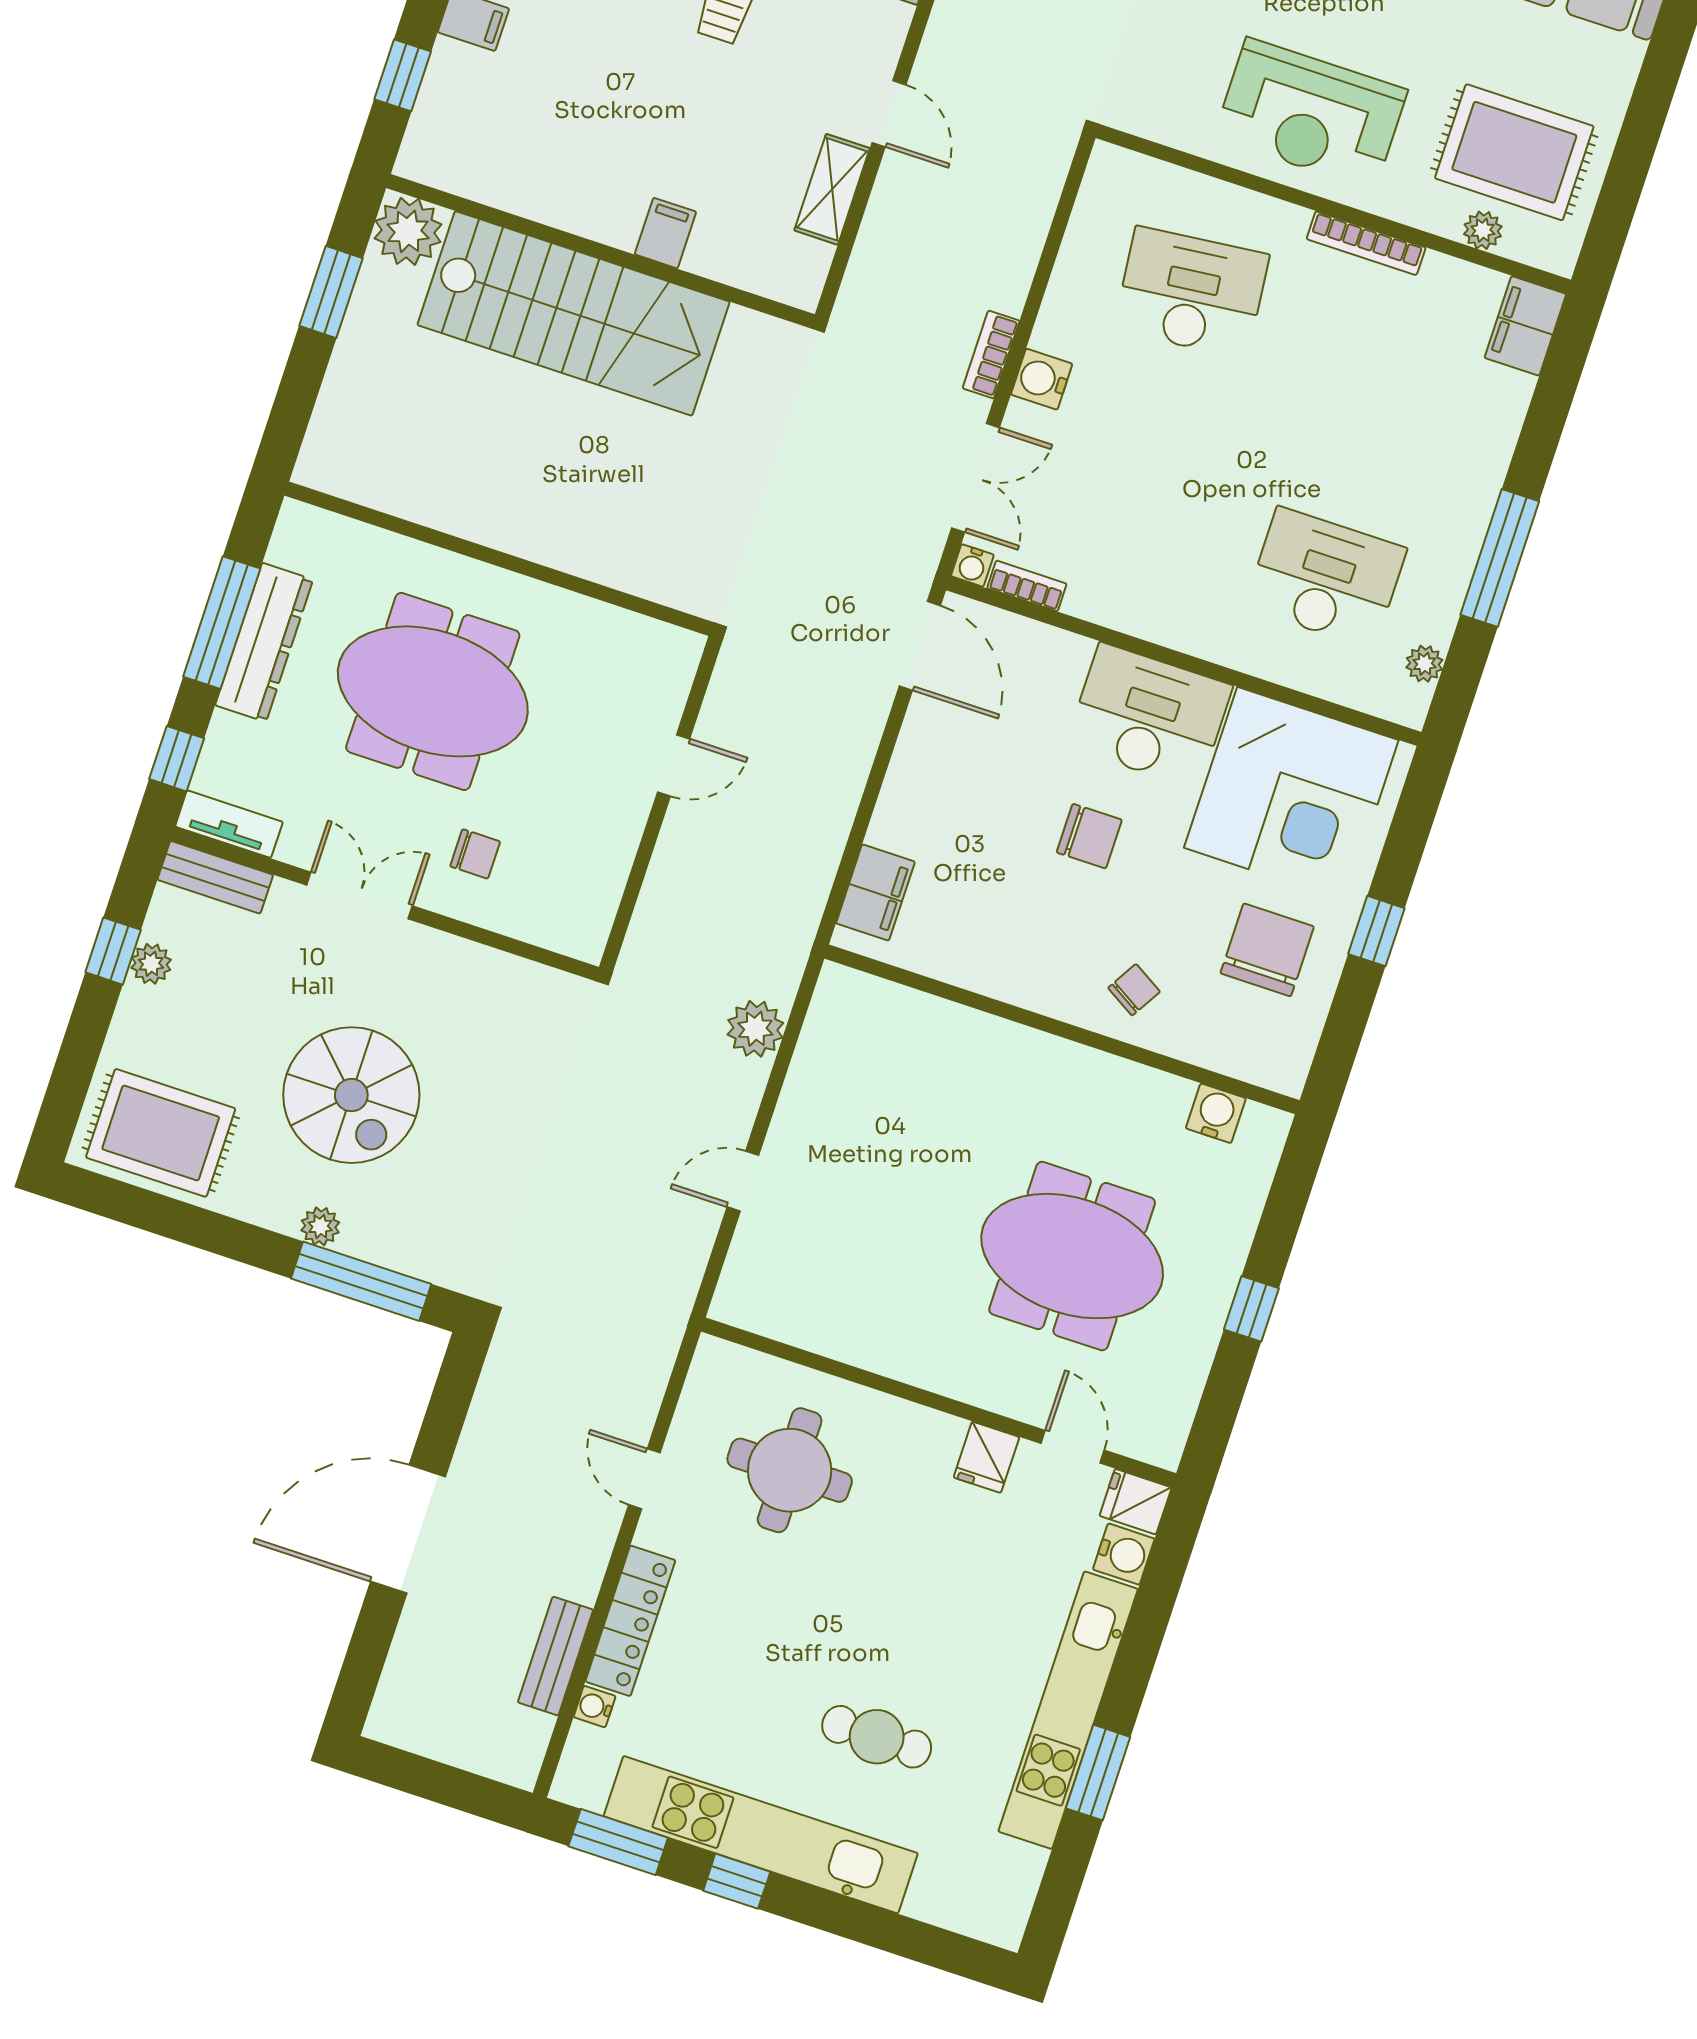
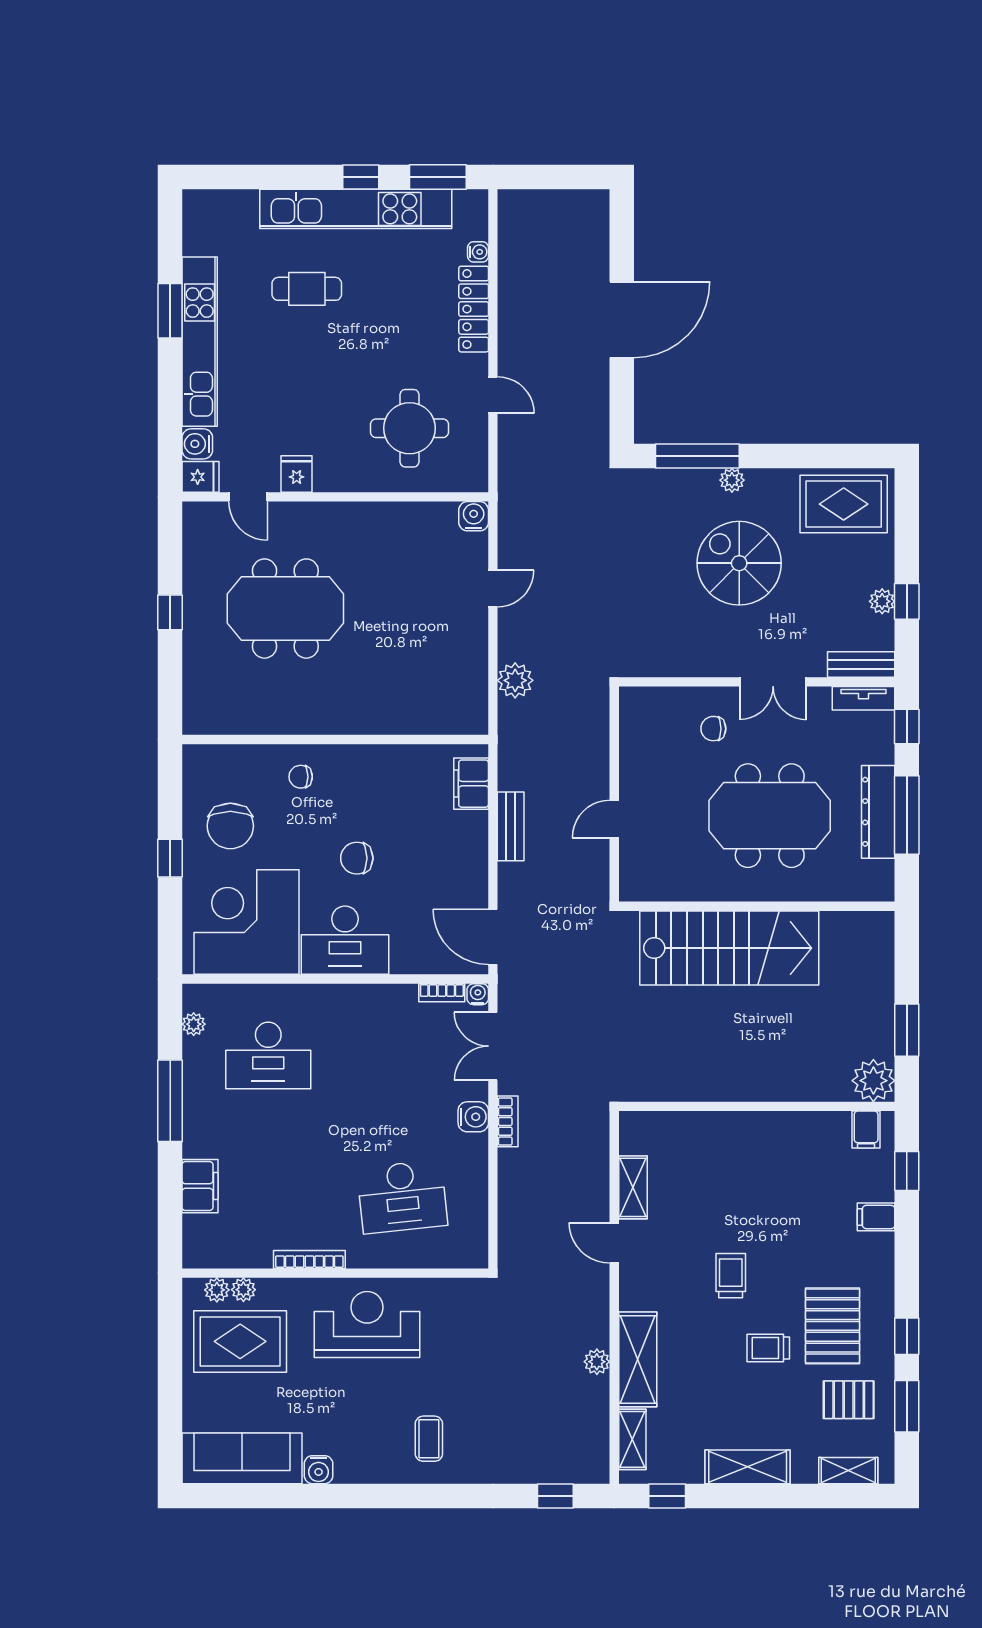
filing cabinet: (665, 233) -> (866, 1130), moved
plant: (1524, 243) -> (217, 1290), added
stairs: (574, 313) -> (729, 948), moved, turned 180
filing cabinet: (1525, 326) -> (200, 1186), moved
chair: (1134, 990) -> (301, 777), turned 59
water cooler: (1216, 1113) -> (474, 516), moved, turned 180
bench: (556, 1656) -> (511, 826), moved

